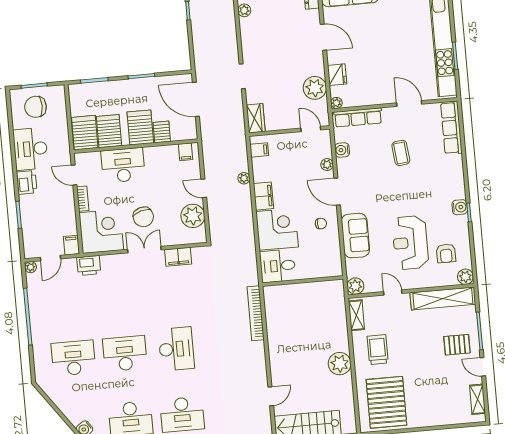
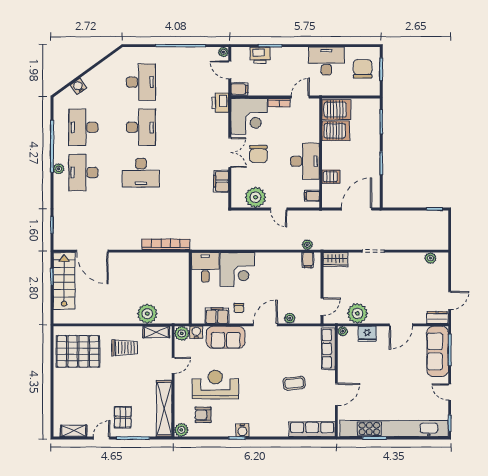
server rack: (140, 127) -> (337, 158), removed
water cooler: (342, 150) -> (196, 332), moved
desk: (123, 165) -> (305, 161), moved
plant: (244, 178) -> (307, 245), moved
printer: (27, 182) -> (260, 55), moved
door: (204, 188) -> (279, 209), swing flipped
filing cabinet: (263, 196) -> (217, 316), moved, turned 180
chair: (143, 217) -> (258, 154), turned -74
plant: (340, 364) -> (147, 314), moved
door: (271, 396) -> (92, 251), width x1.87

